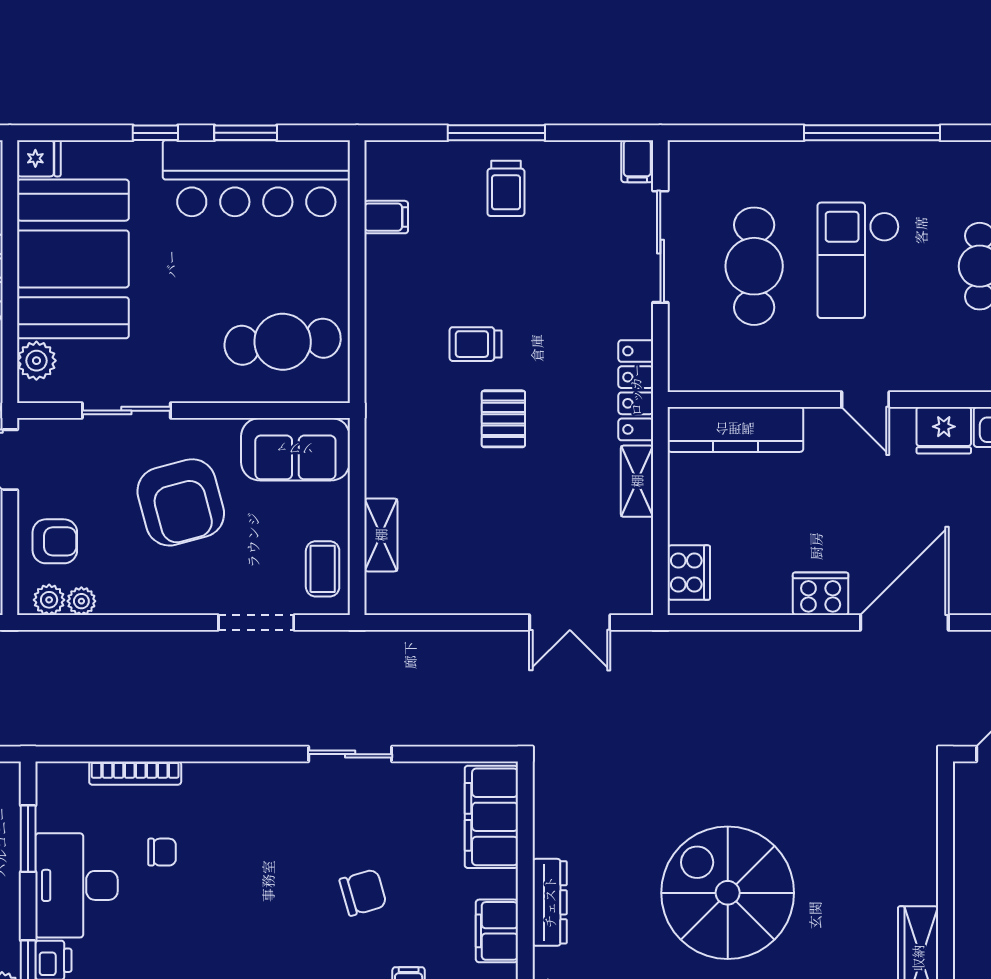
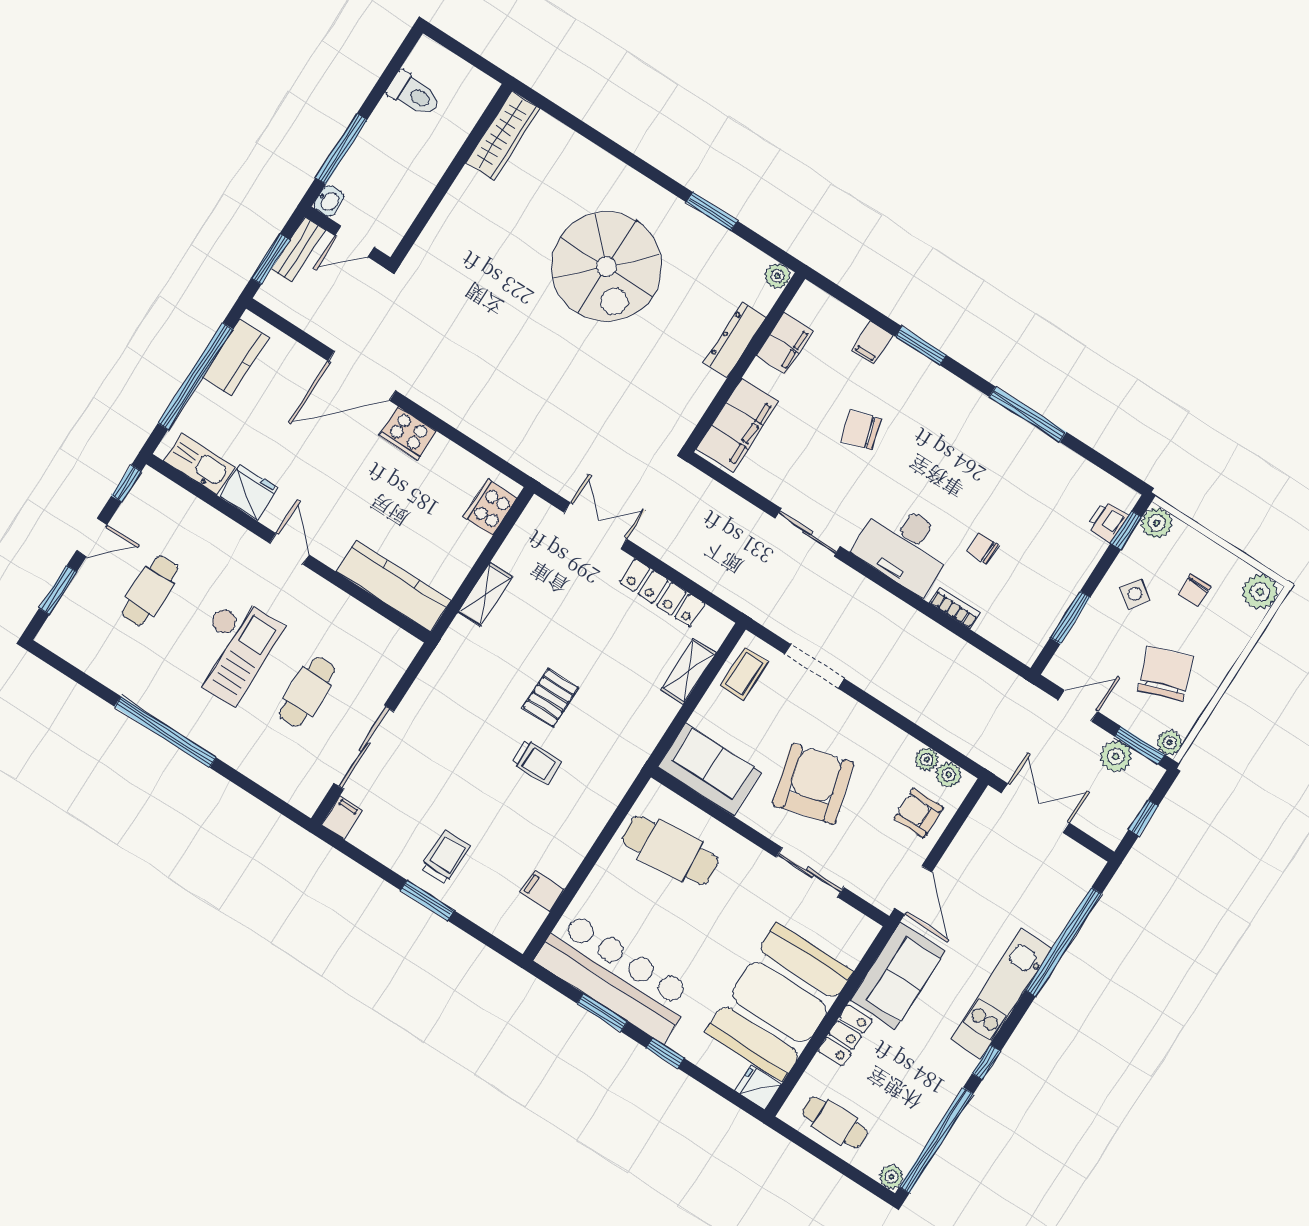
window: (496, 133) -> (427, 900), width x0.69
cafe table: (754, 266) -> (307, 692), width x0.73, depth x0.74
plant: (36, 361) -> (850, 947), removed
locker: (636, 390) -> (662, 593), moved, turned 90
bookcase: (135, 773) -> (955, 608), width x0.64
desk: (77, 885) -> (904, 547), moved, turned 90

